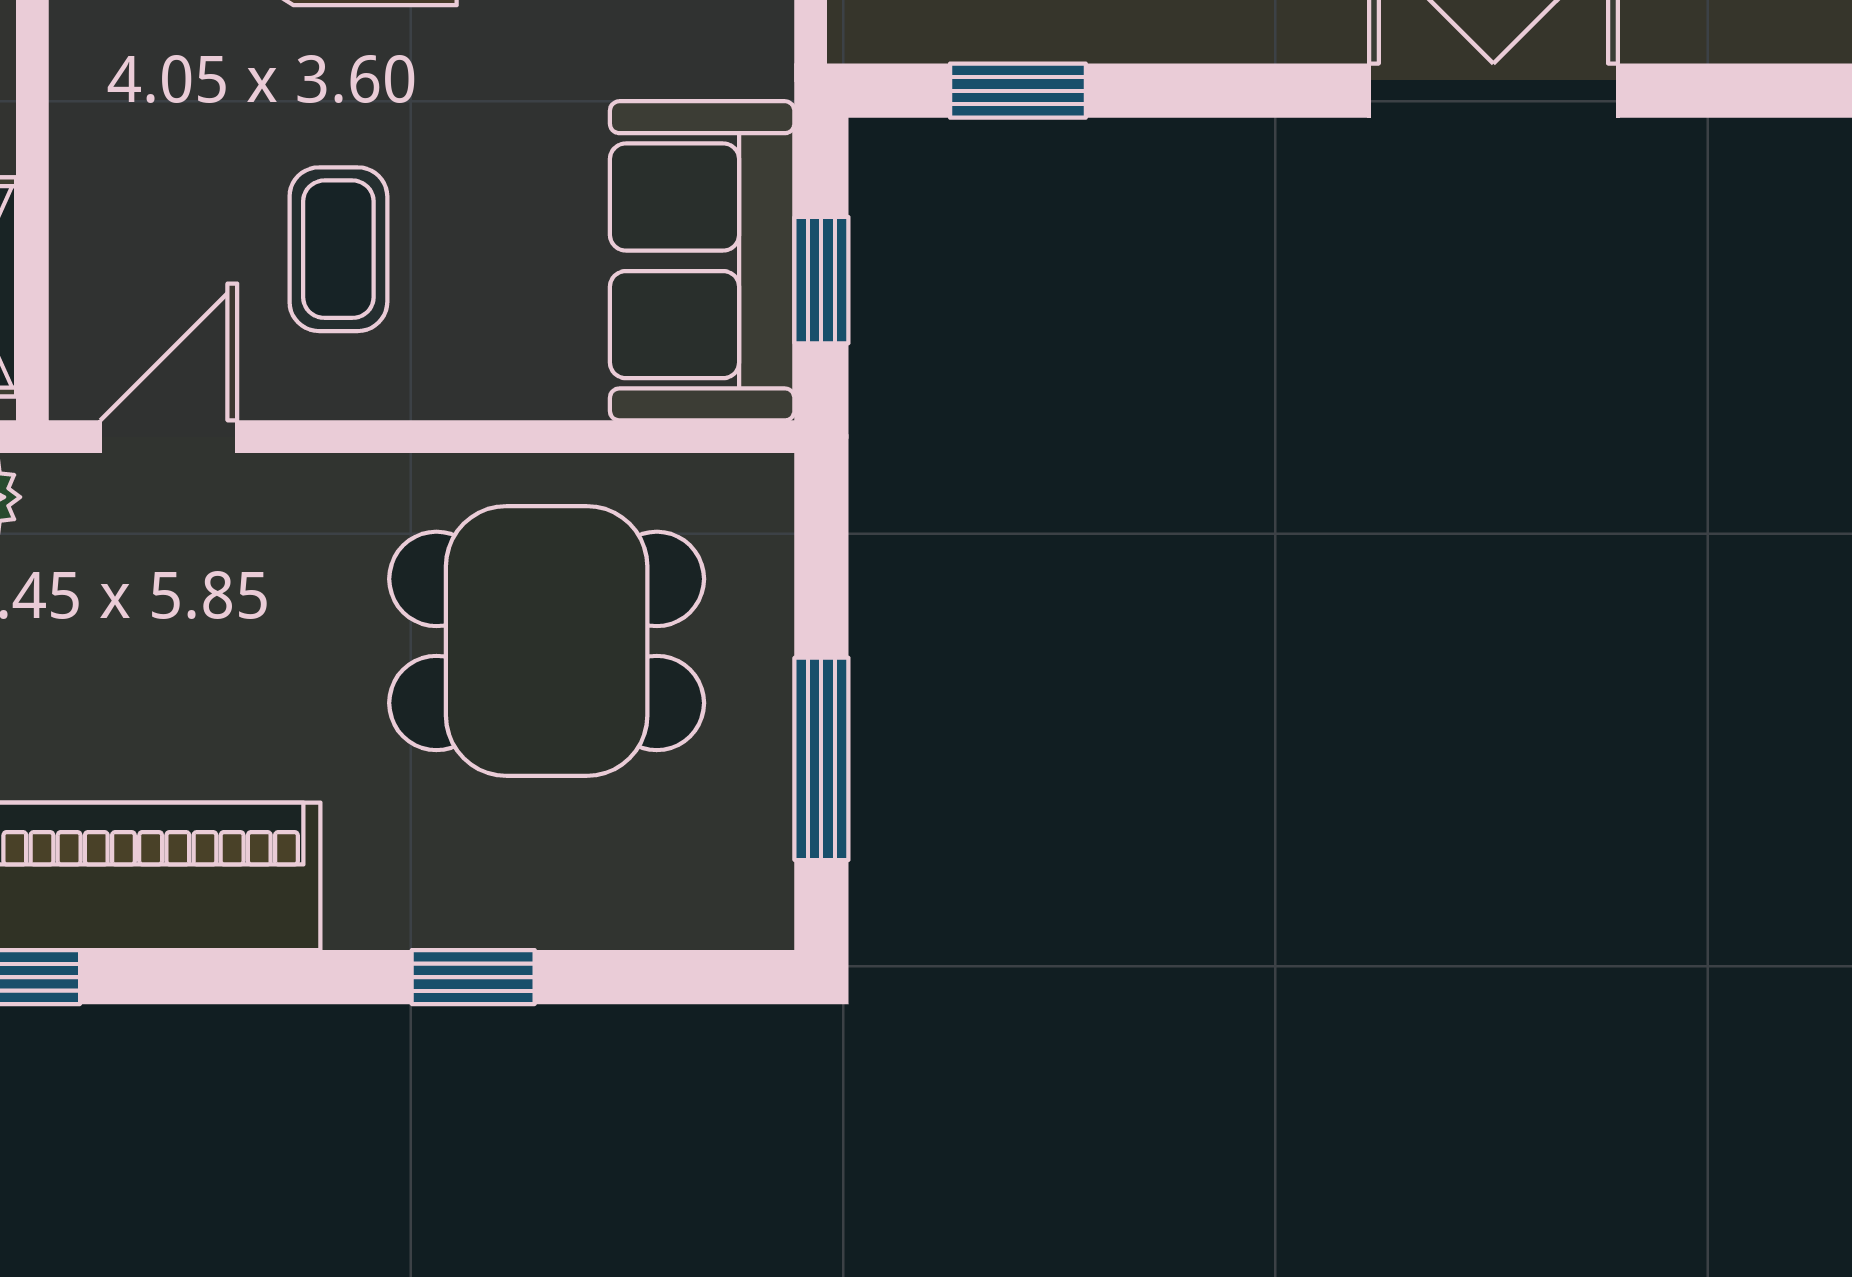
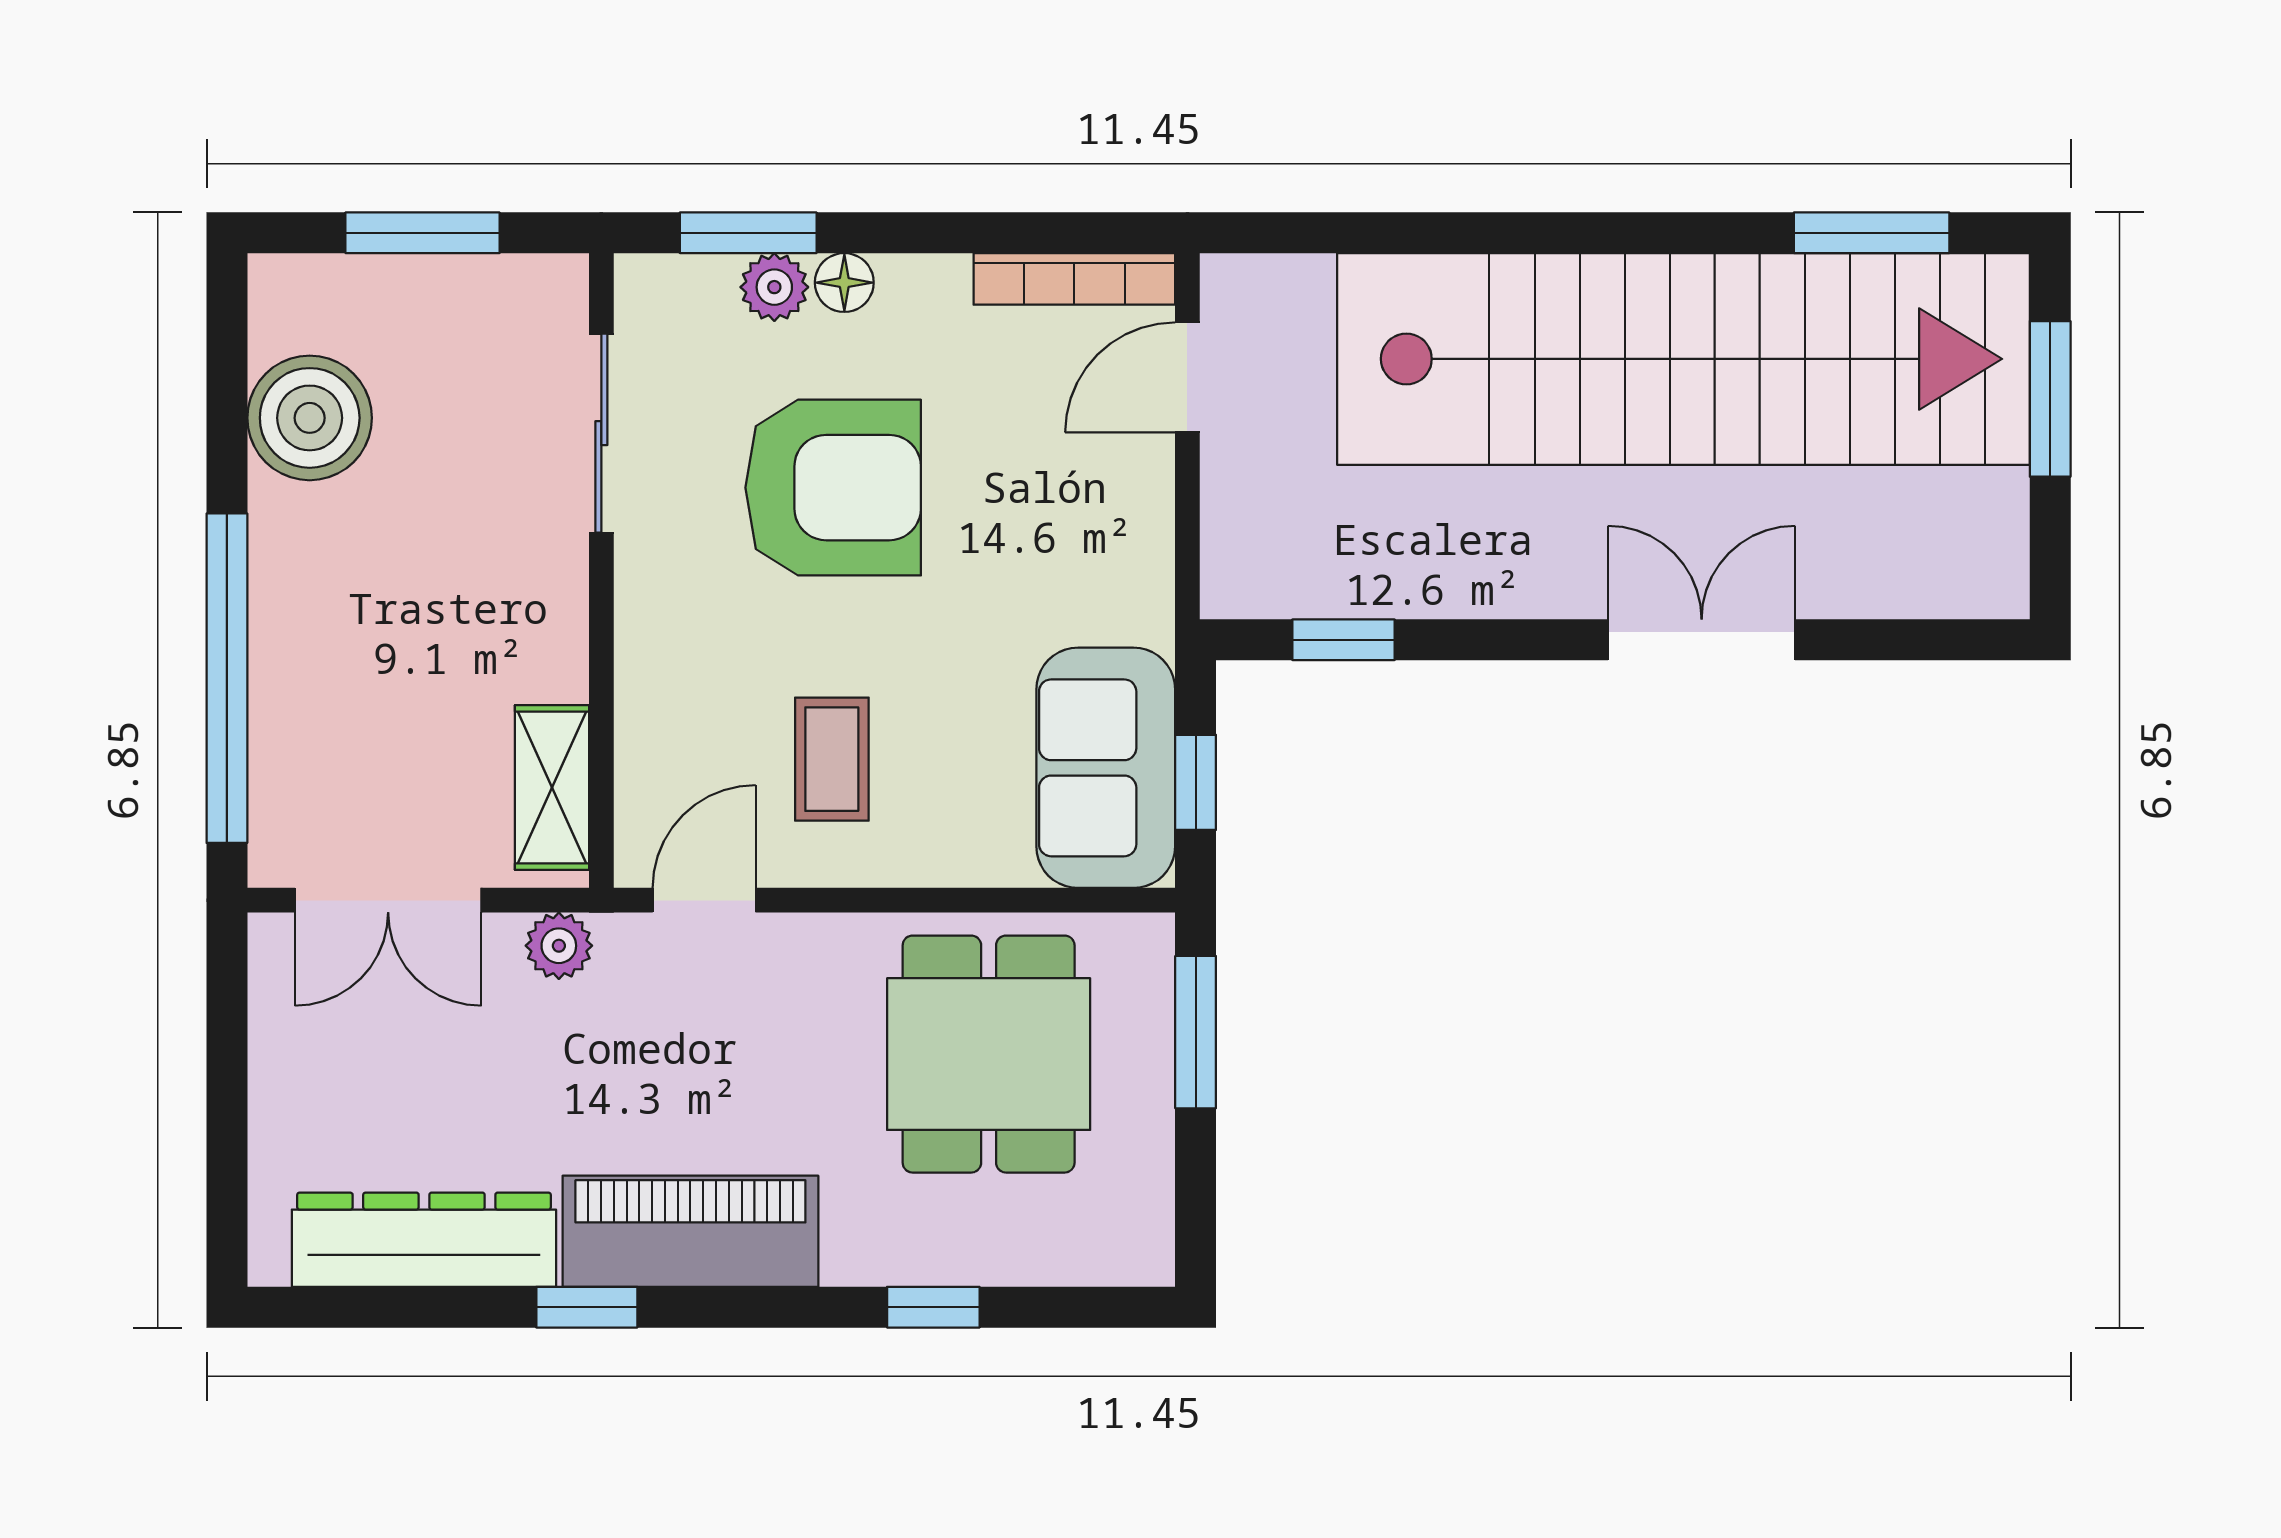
dining table: (547, 641) -> (989, 1054), turned 90
window: (821, 759) -> (1196, 1032), moved

